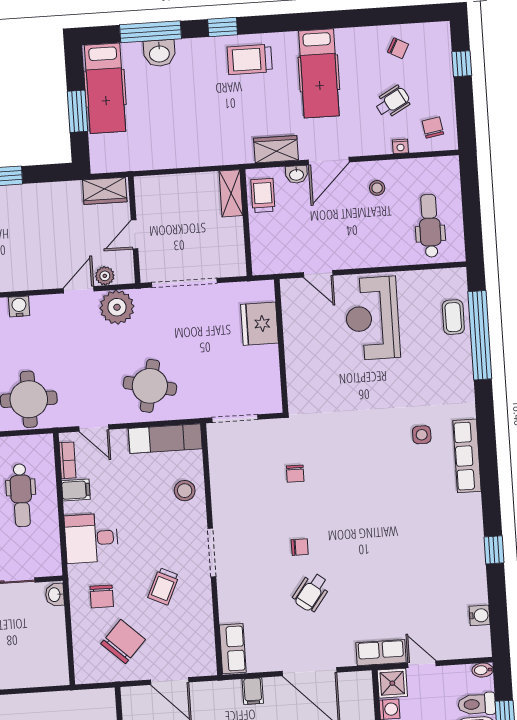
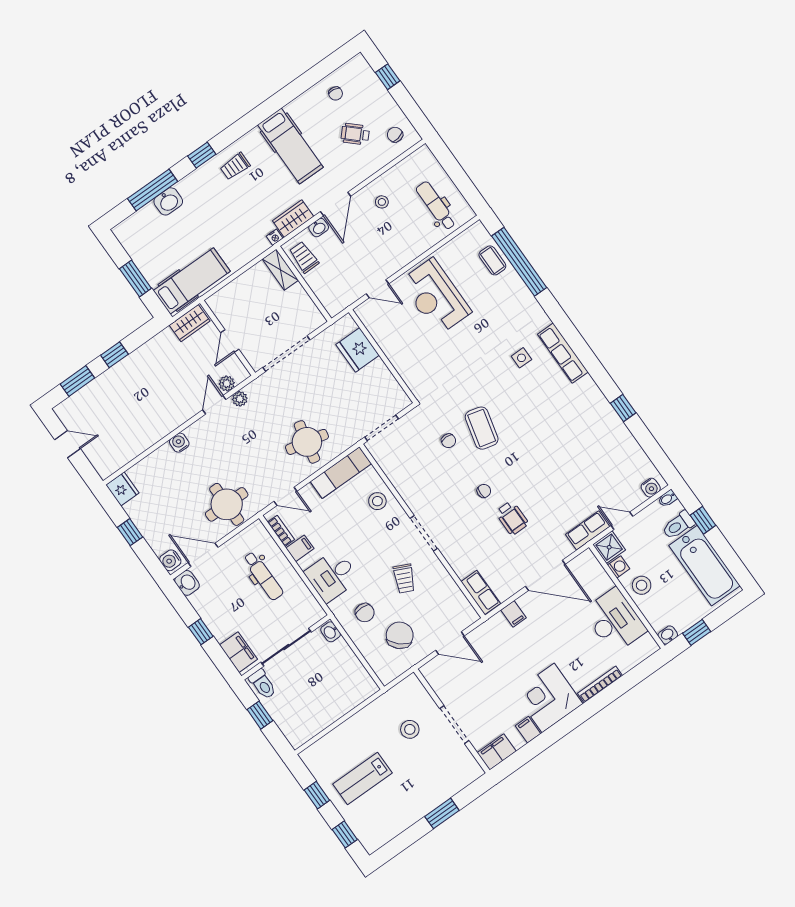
chair: (398, 48) -> (336, 93), turned 71
trolley: (250, 59) -> (235, 166), width x0.73, depth x0.72
hospital bed: (105, 88) -> (192, 281), moved, turned -90
wheelchair: (393, 102) -> (355, 134), turned -108
nightstand: (400, 146) -> (275, 237), moved
plant: (117, 307) -> (240, 399), width x0.53, depth x0.53
coffee table: (337, 481) -> (482, 428), added
wheelchair: (311, 592) -> (512, 518), turned -37
water cooler: (480, 615) -> (651, 488), moved, turned 90

